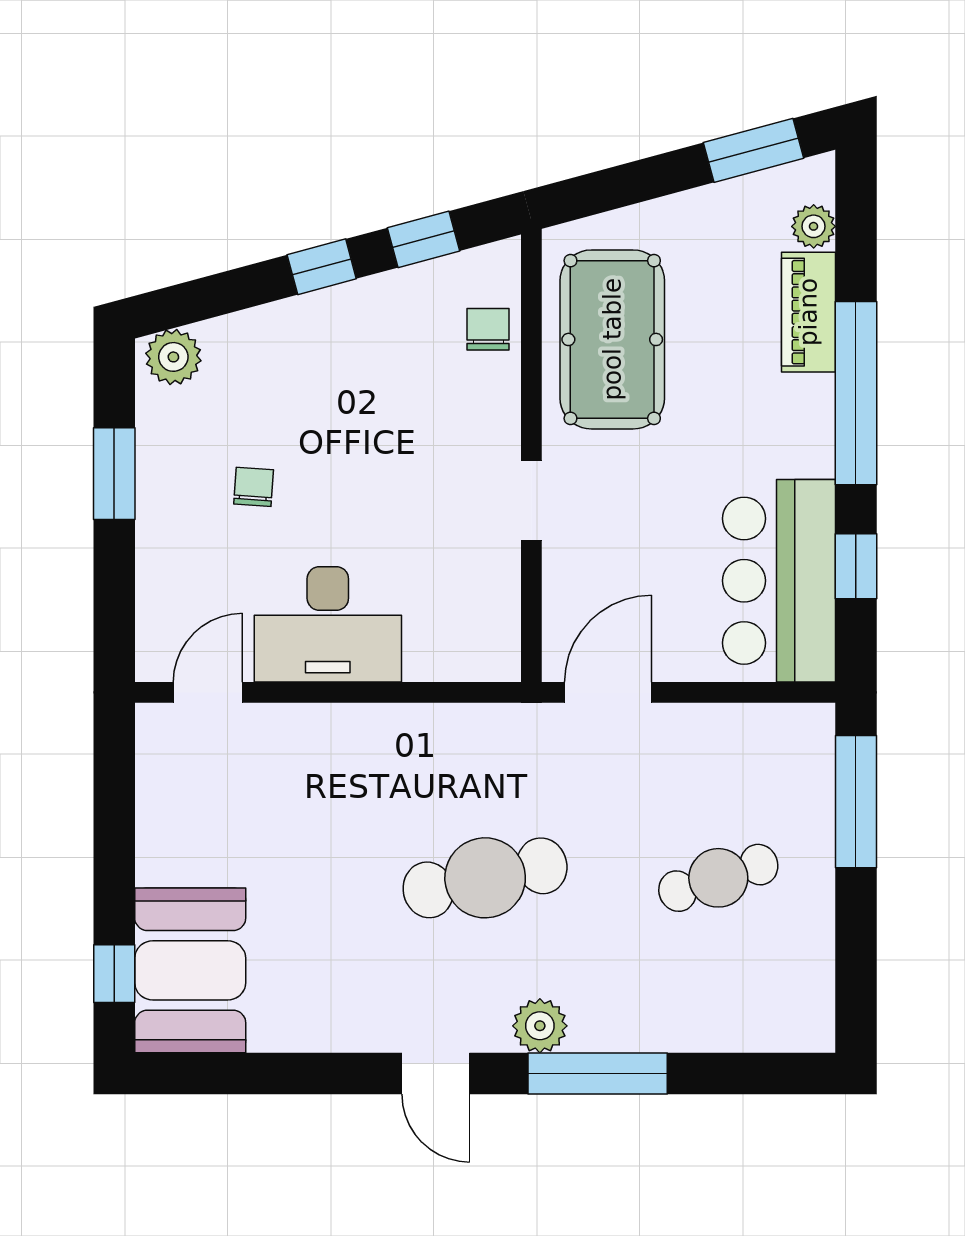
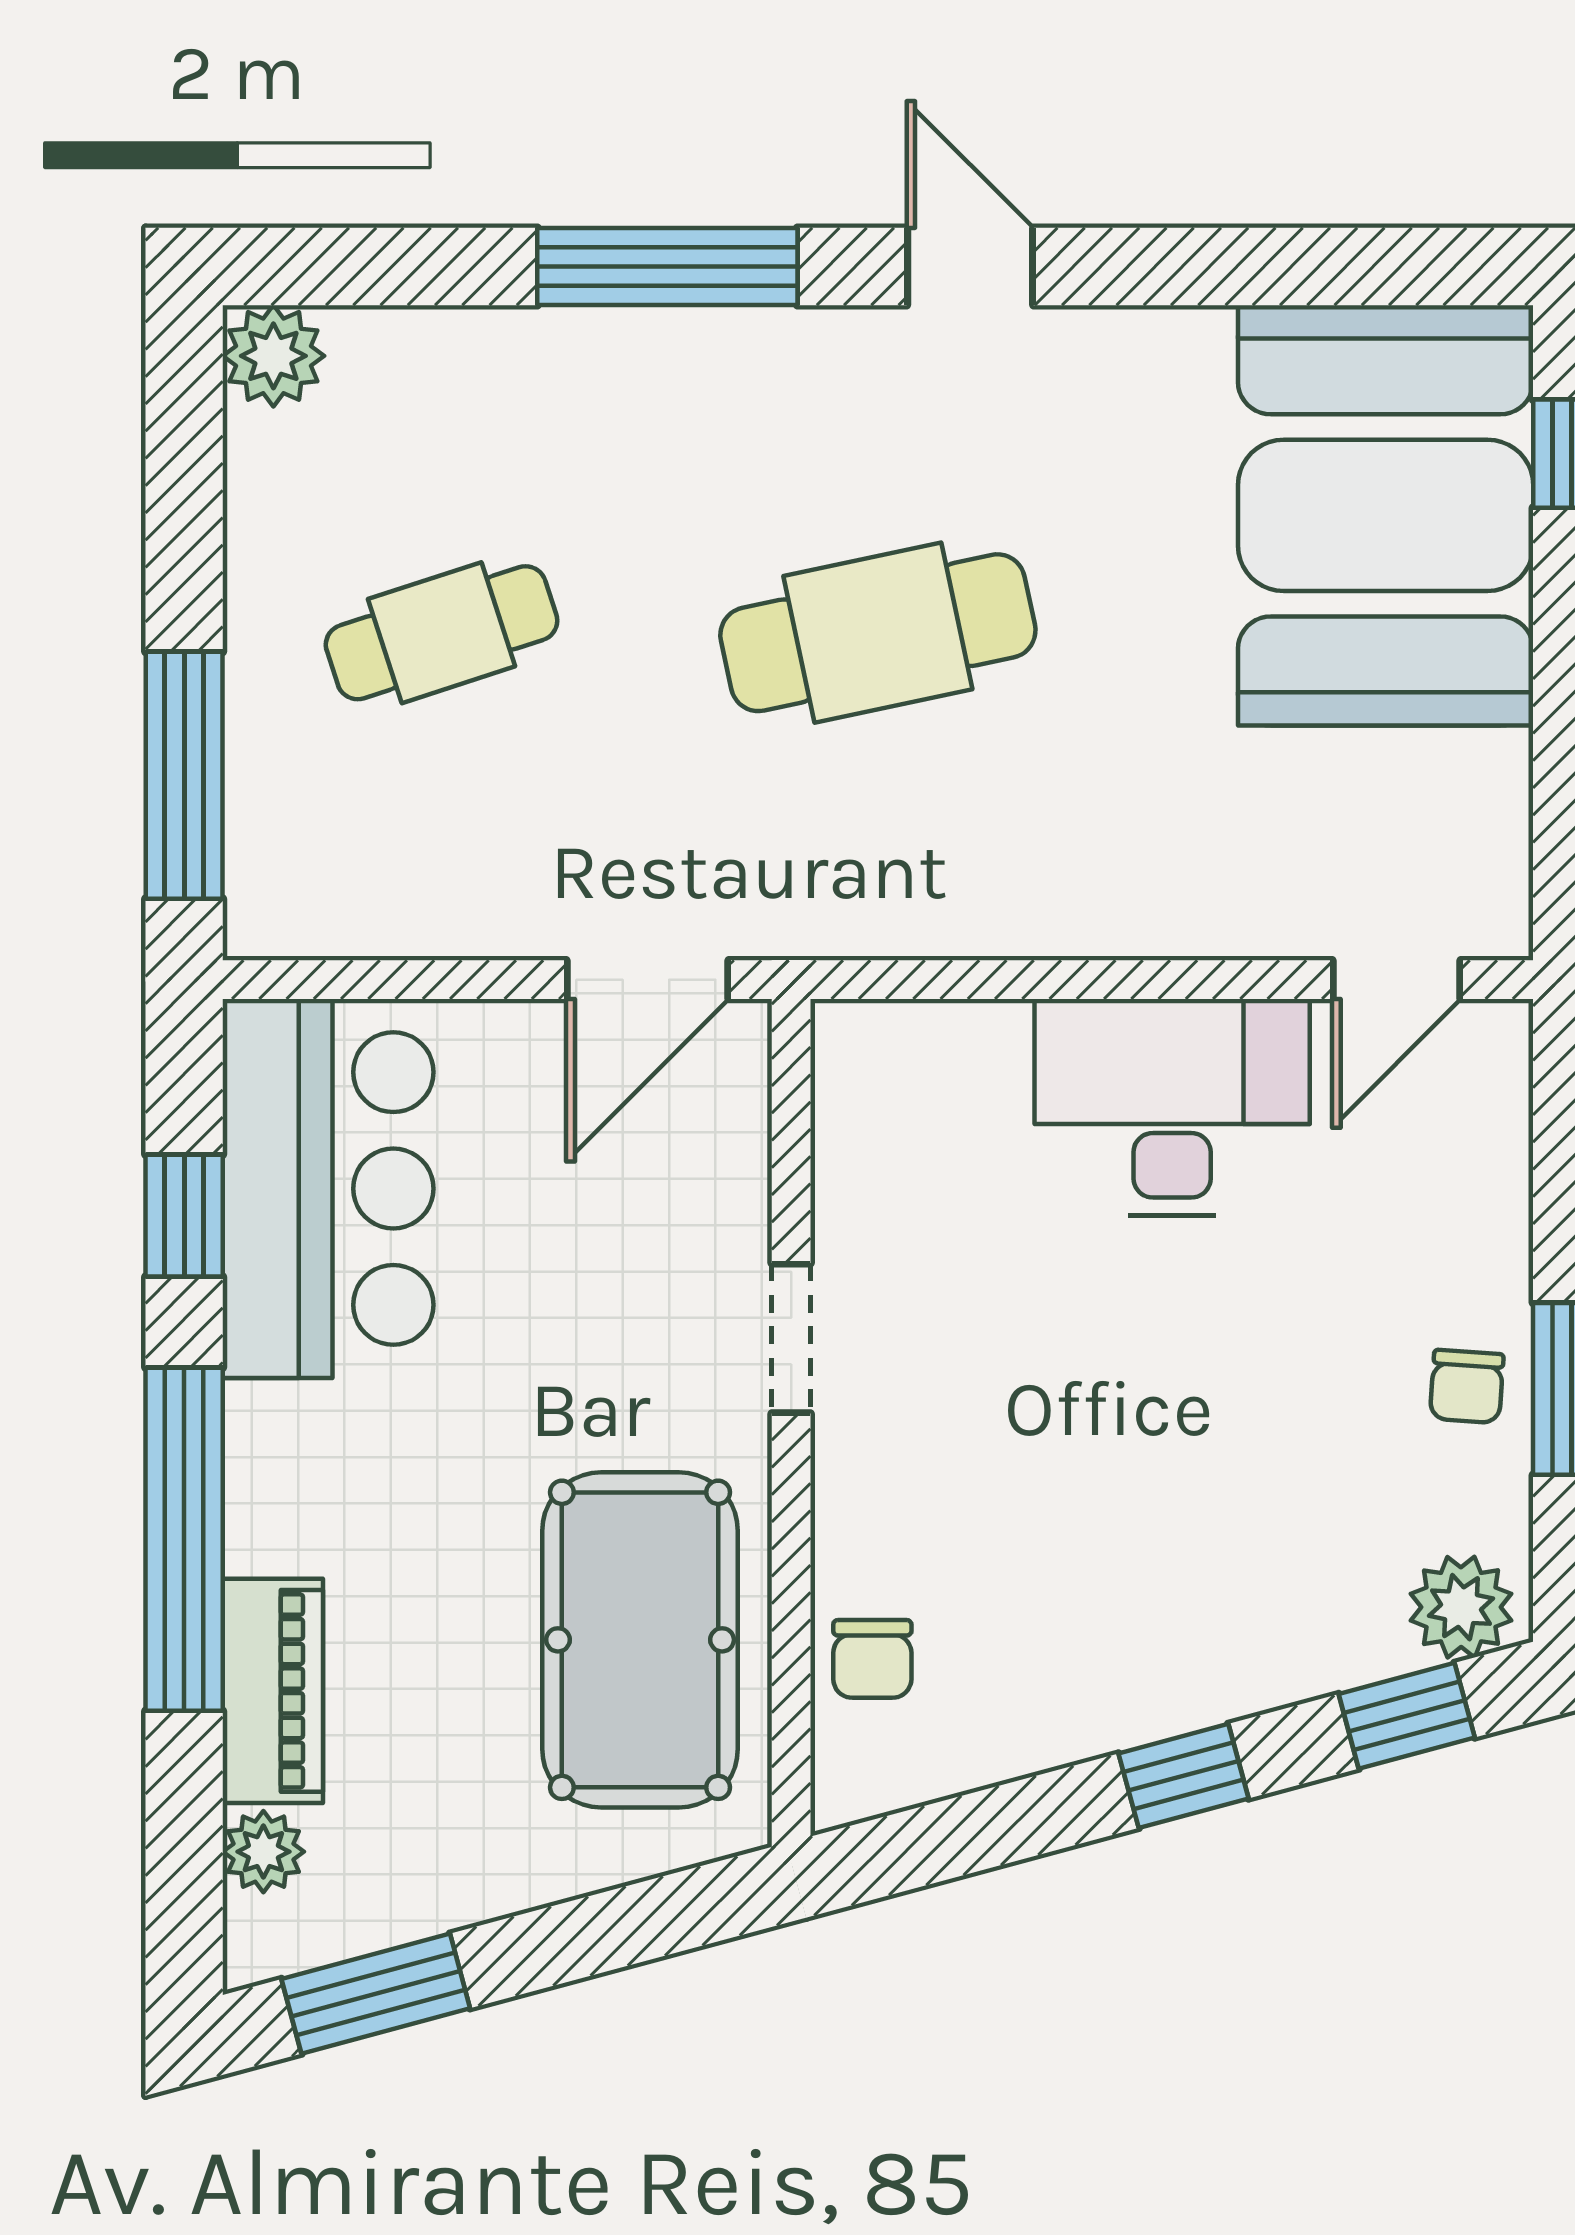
window: (423, 239) -> (1407, 1716), moved
chair: (254, 487) -> (1467, 1386), moved
booth: (190, 970) -> (1386, 515), width x1.36, depth x1.42
plant: (540, 1026) -> (273, 356), moved

